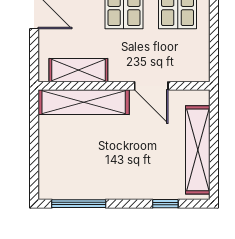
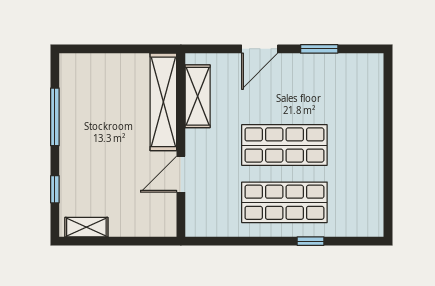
shelving: (198, 150) -> (86, 227), width x0.45, depth x0.75
window: (79, 204) -> (55, 117), moved

